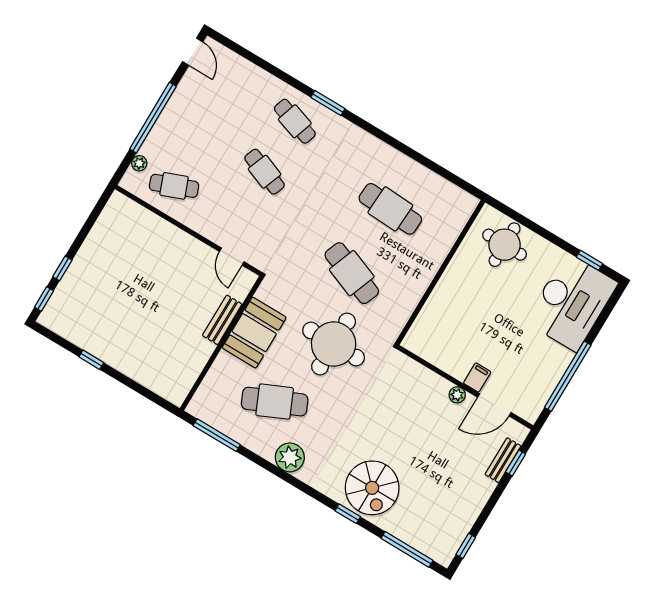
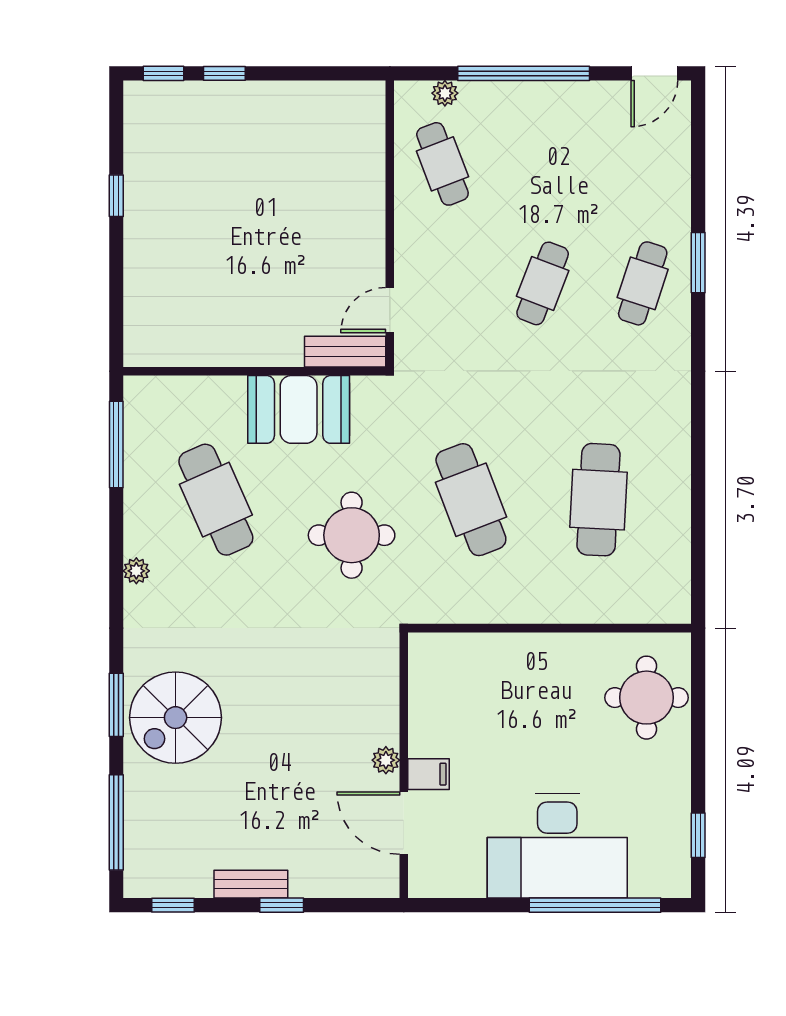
window: (328, 103) -> (698, 263), moved
cafe table: (352, 273) -> (471, 500), turned -42
desk: (572, 302) -> (557, 846), moved
bench: (222, 320) -> (345, 352), moved
round table: (334, 344) -> (352, 535), width x0.73, depth x0.73
window: (568, 376) -> (595, 905), moved
plant: (290, 457) -> (136, 571), width x0.53, depth x0.53
bench: (503, 460) -> (251, 884), moved
window: (516, 463) -> (282, 905), moved
window: (348, 514) -> (116, 705), width x1.50

